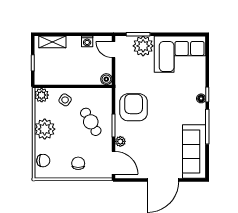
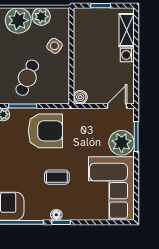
washing machine: (87, 41) -> (127, 55), moved
plant: (42, 95) -> (41, 17), moved
coffee table: (171, 98) -> (57, 177), added
cafe table: (91, 122) -> (27, 78), turned -37

